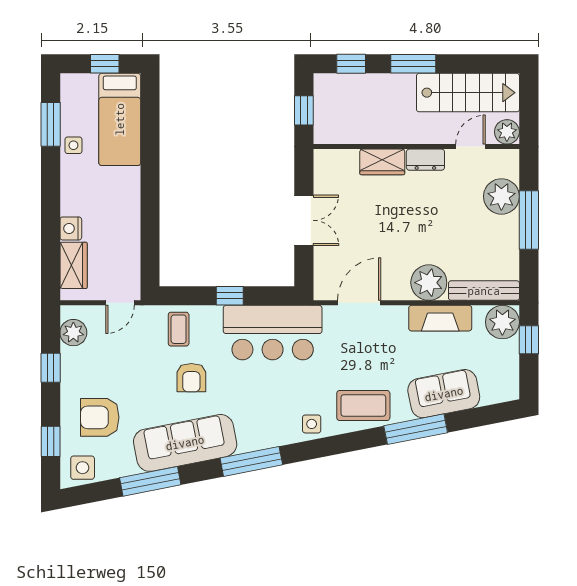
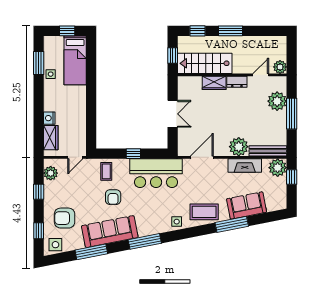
stairs: (468, 93) -> (205, 63), moved, turned 180

